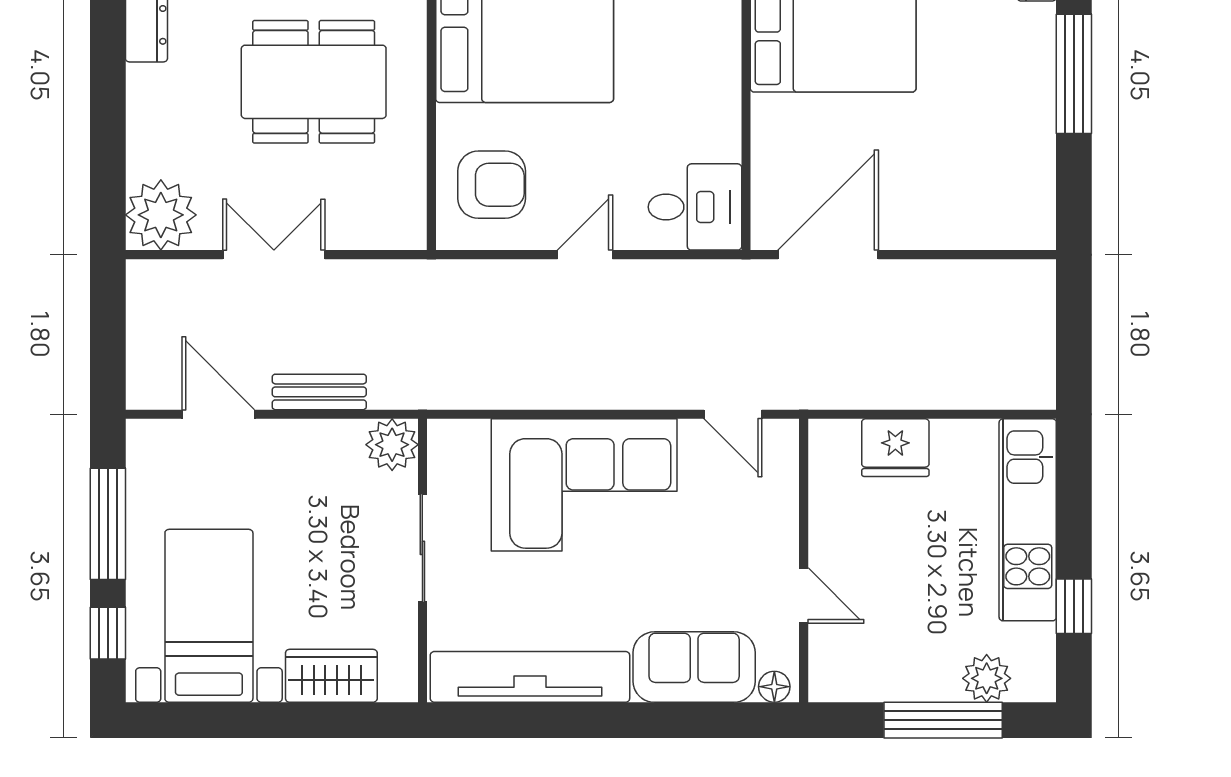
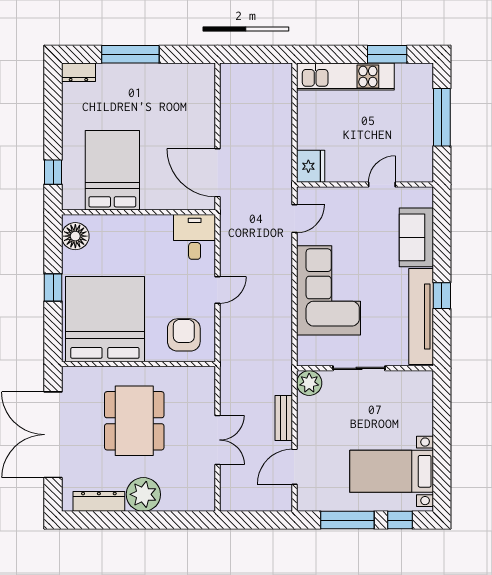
plant: (161, 215) -> (143, 494), moved
double door: (274, 255) -> (218, 440), swing flipped
door: (585, 255) -> (218, 290), swing flipped
fridge: (895, 448) -> (311, 166), moved
window: (1074, 606) -> (387, 54), width x1.50
wardrobe: (331, 676) -> (421, 412), removed
plant: (987, 678) -> (422, 96), removed
floor lamp: (774, 687) -> (426, 199), removed
window: (573, 720) -> (442, 296), added

